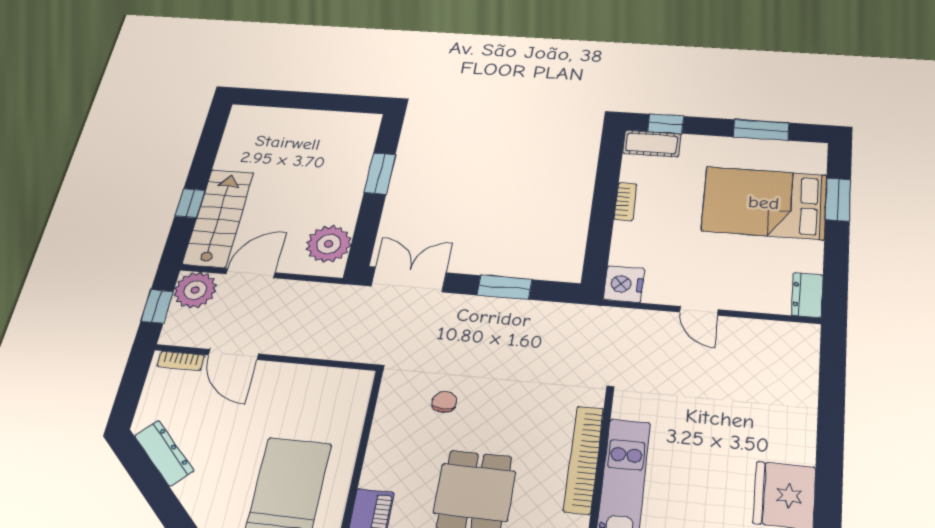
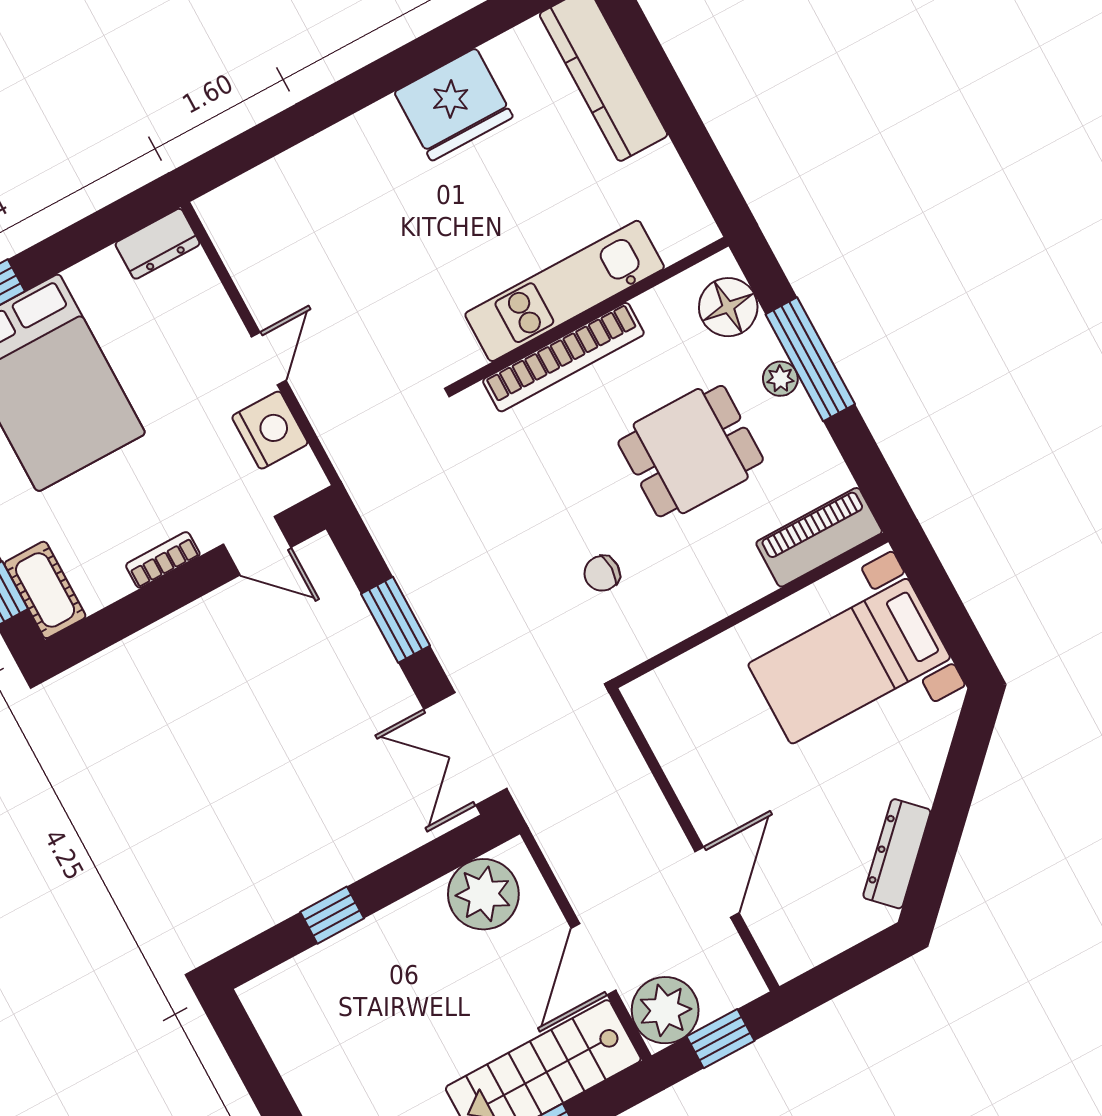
window: (380, 173) -> (332, 915), width x0.67
door: (598, 247) -> (257, 546), added
door: (251, 273) -> (594, 959), hinge flipped
nightstand: (624, 284) -> (270, 430), moved, turned -90
bookcase: (181, 361) -> (770, 941), removed

